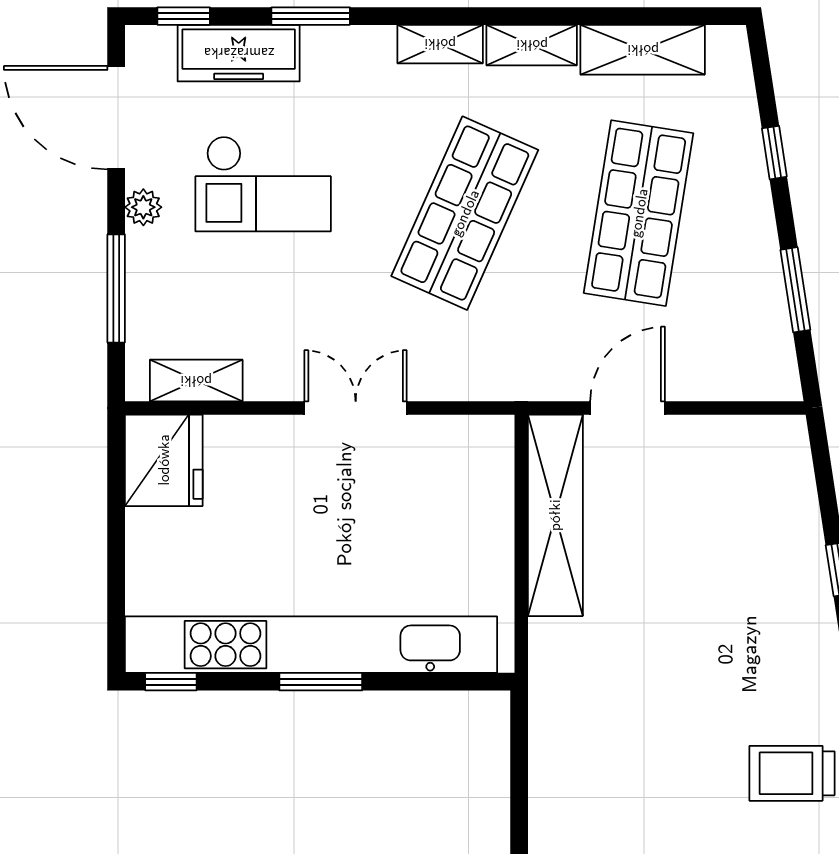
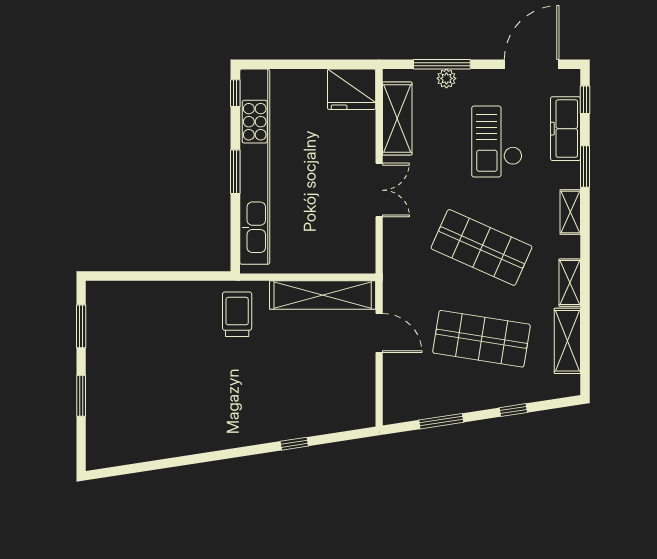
shelving: (440, 44) -> (570, 212), moved
plant: (143, 207) -> (446, 78), moved
shelving: (196, 381) -> (397, 119), width x1.50, depth x1.33
trolley: (792, 773) -> (237, 314), moved

